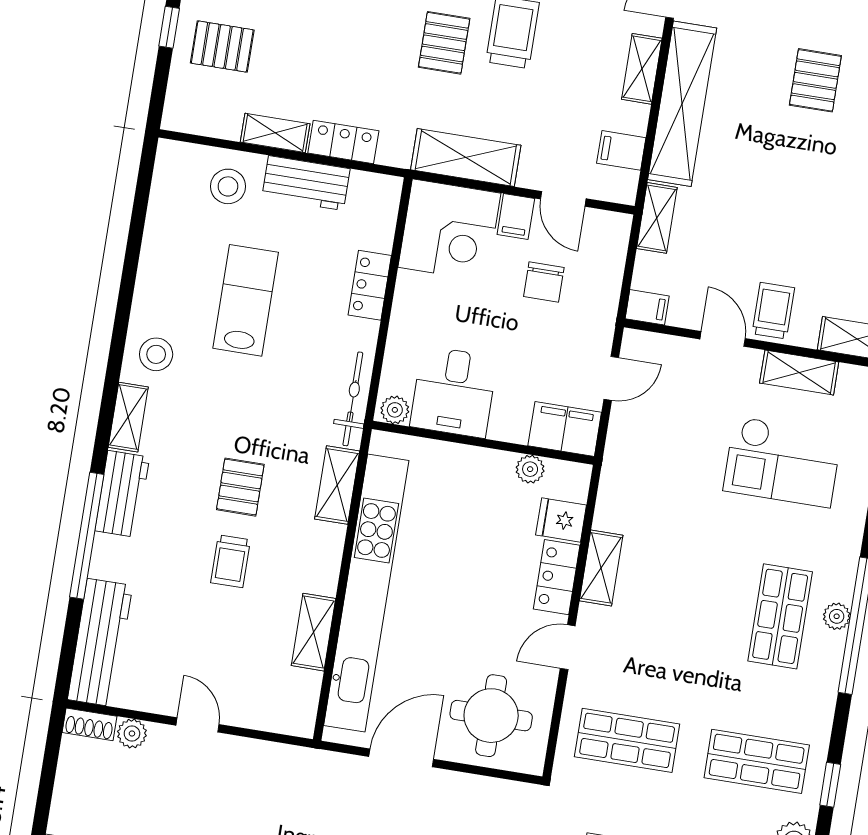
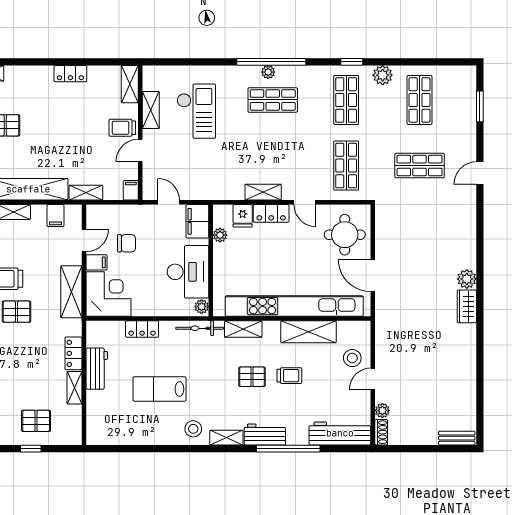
pallet: (222, 46) -> (36, 421), turned 90
stool: (228, 186) -> (352, 358), moved
desk: (454, 392) -> (188, 272), width x1.37
shelving: (314, 632) -> (309, 332), width x1.50, depth x1.33

